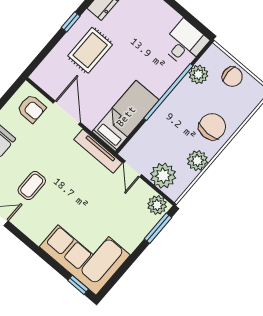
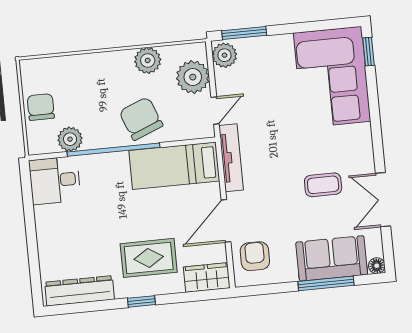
wardrobe: (47, 71) -> (207, 278), added
chair: (212, 127) -> (141, 119), moved, turned 68

